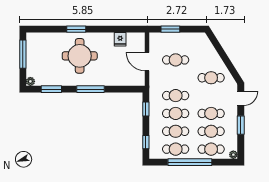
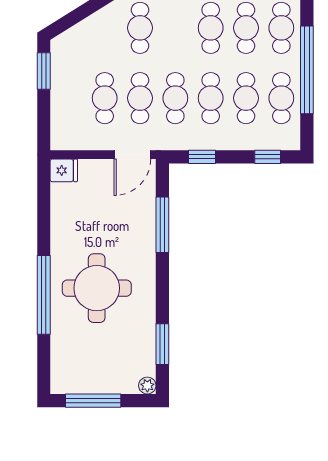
window: (76, 29) -> (44, 295), width x2.11
window: (170, 29) -> (44, 71), moved
fridge: (120, 39) -> (64, 170), moved
door: (147, 62) -> (132, 155), moved
cafe table: (176, 78) -> (140, 98), added
window: (91, 89) -> (162, 225), moved

